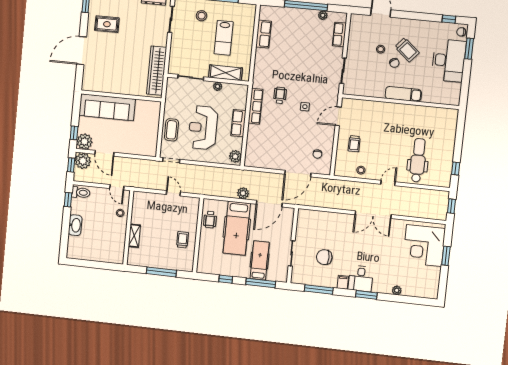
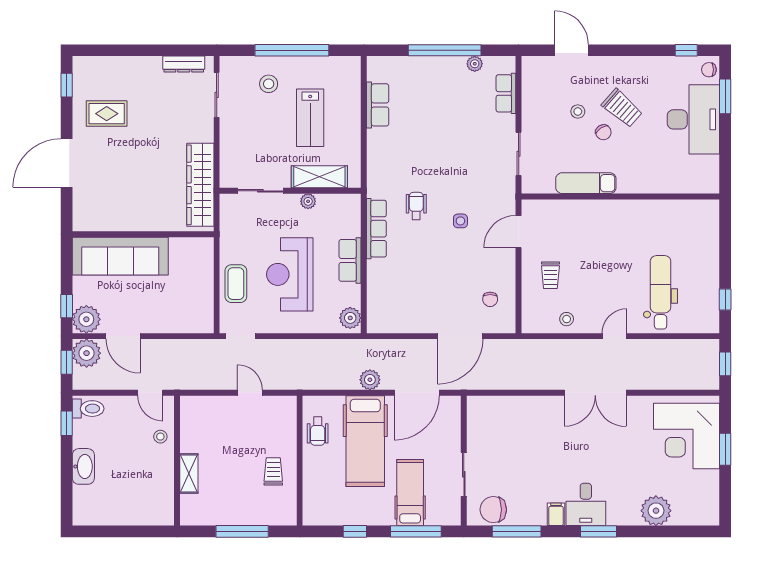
exam couch: (403, 94) -> (586, 183), moved
chair: (324, 257) -> (493, 510), moved
plant: (397, 290) -> (656, 511), width x1.88, depth x1.88

